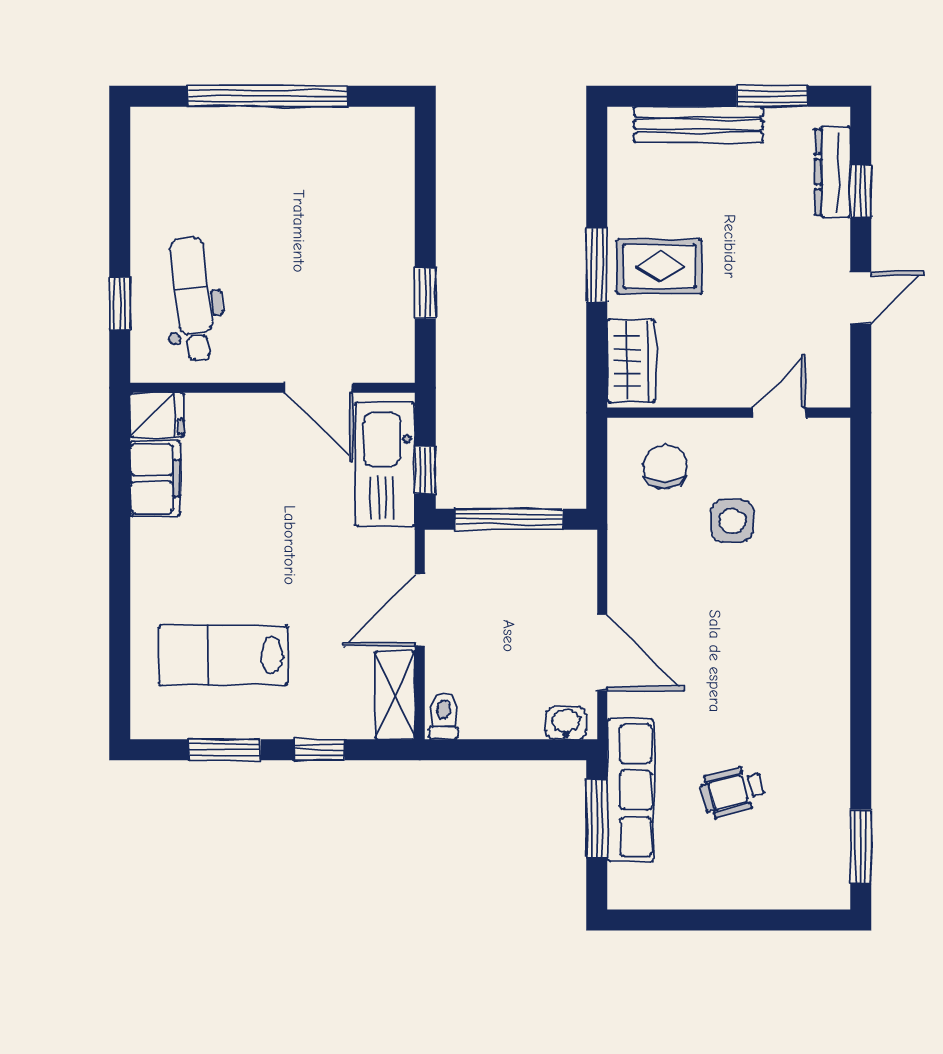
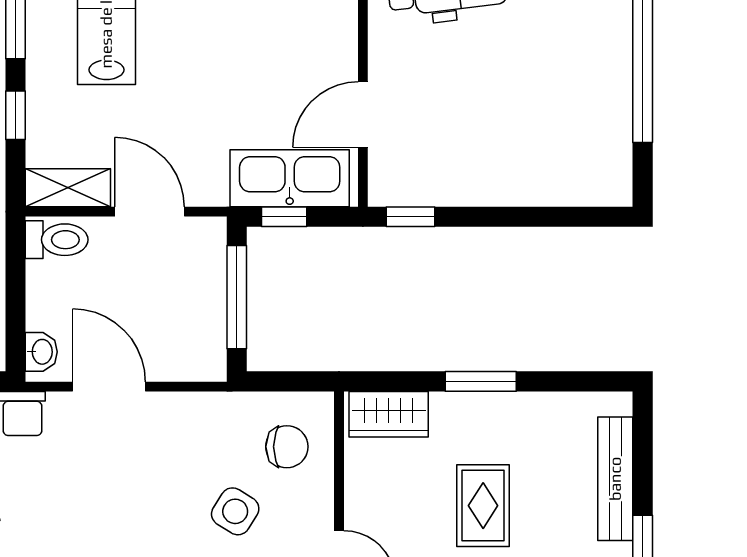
rug: (659, 267) -> (483, 506), moved
window: (425, 293) -> (411, 217), moved
side table: (732, 521) -> (235, 511), turned 32
door: (602, 652) -> (109, 387), swing flipped
toilet: (444, 716) -> (57, 240), width x1.37, depth x1.39

